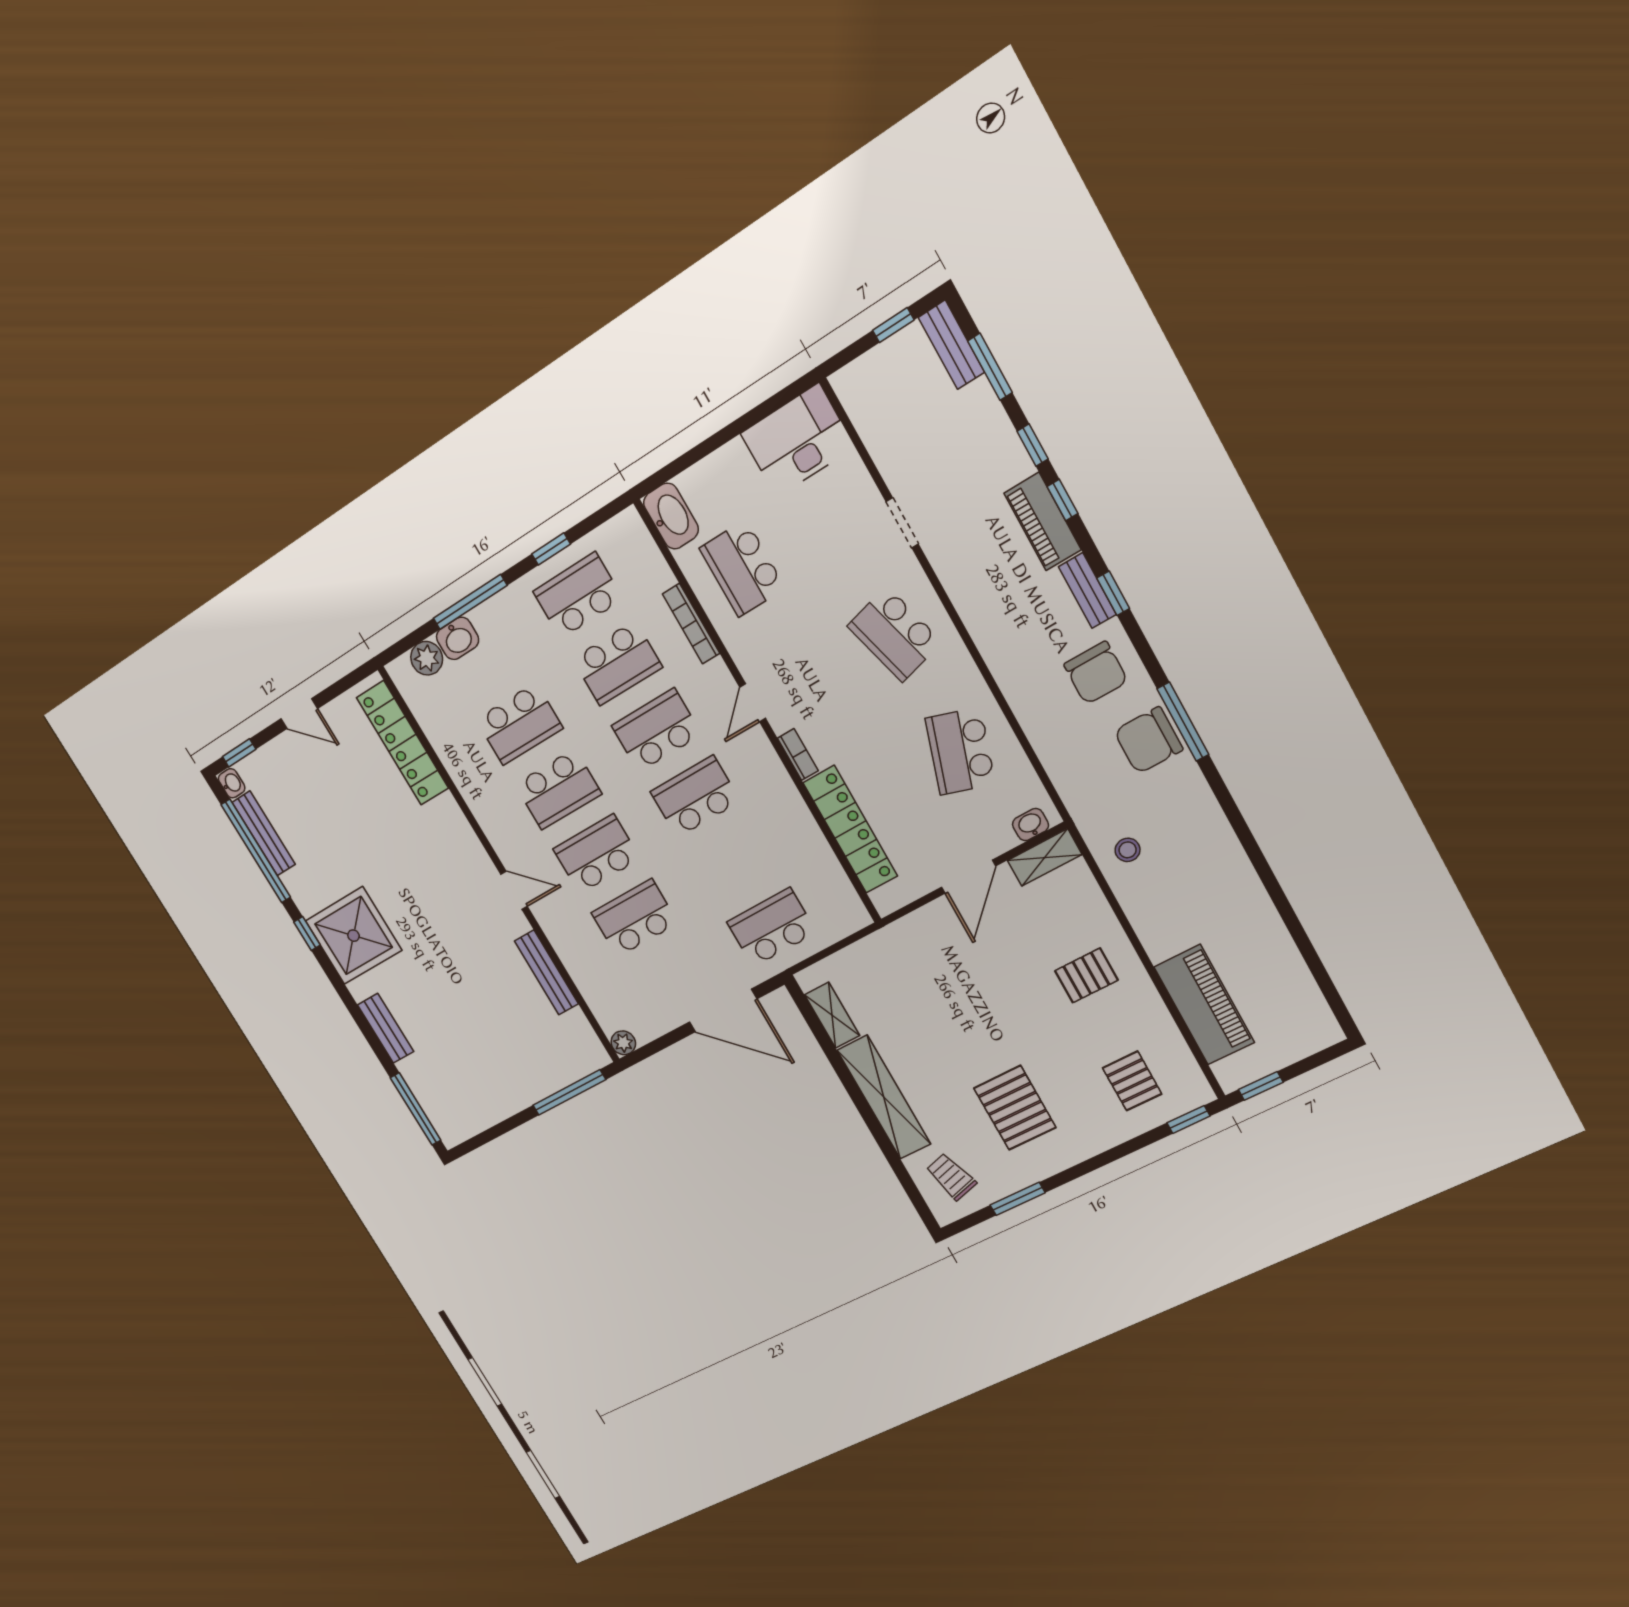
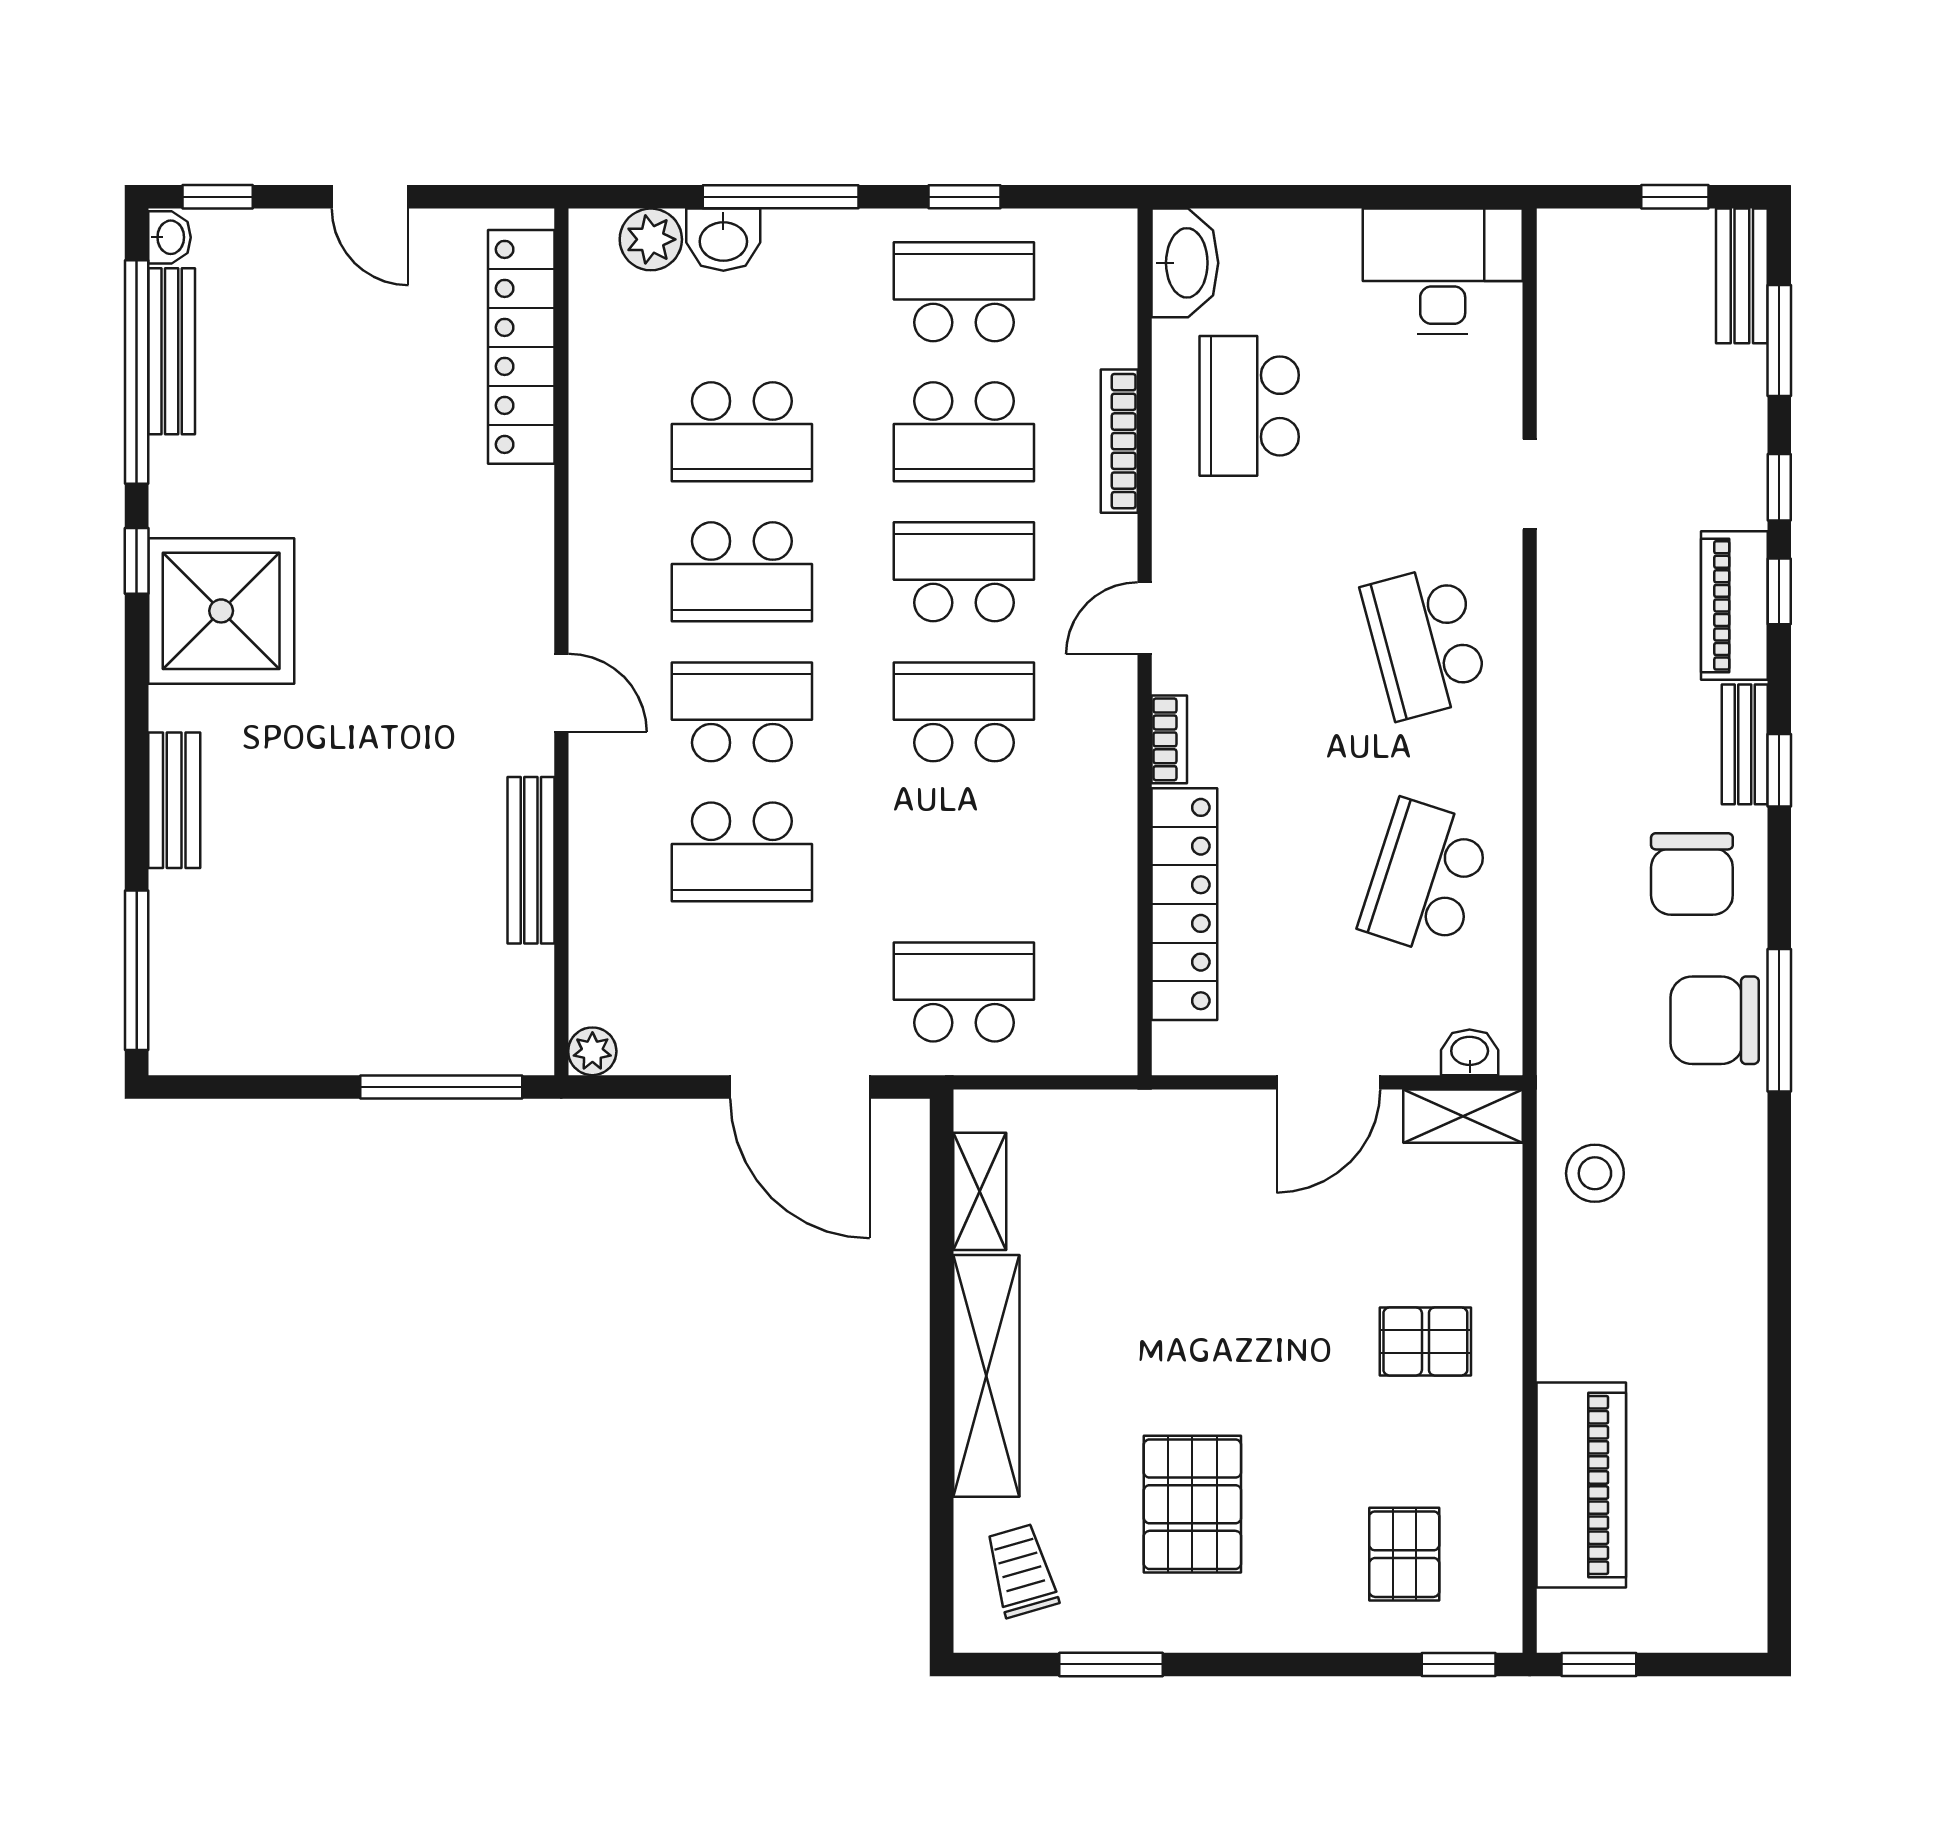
stool: (1128, 850) -> (1595, 1173), width x1.37, depth x1.37
school desk: (635, 918) -> (742, 852), turned 180

